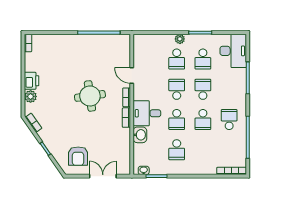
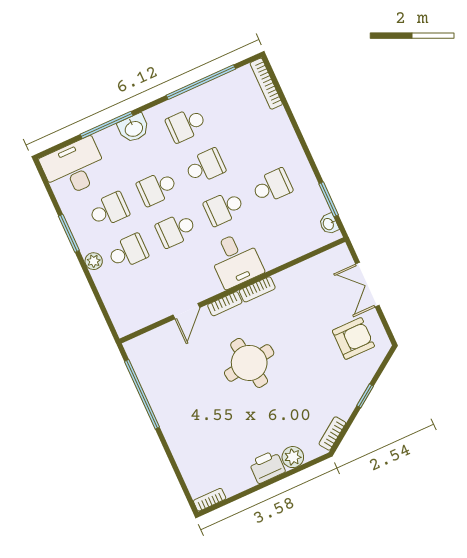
school desk: (177, 120) -> (224, 208), turned 180
washbasin: (140, 135) -> (134, 128), moved, turned 180

